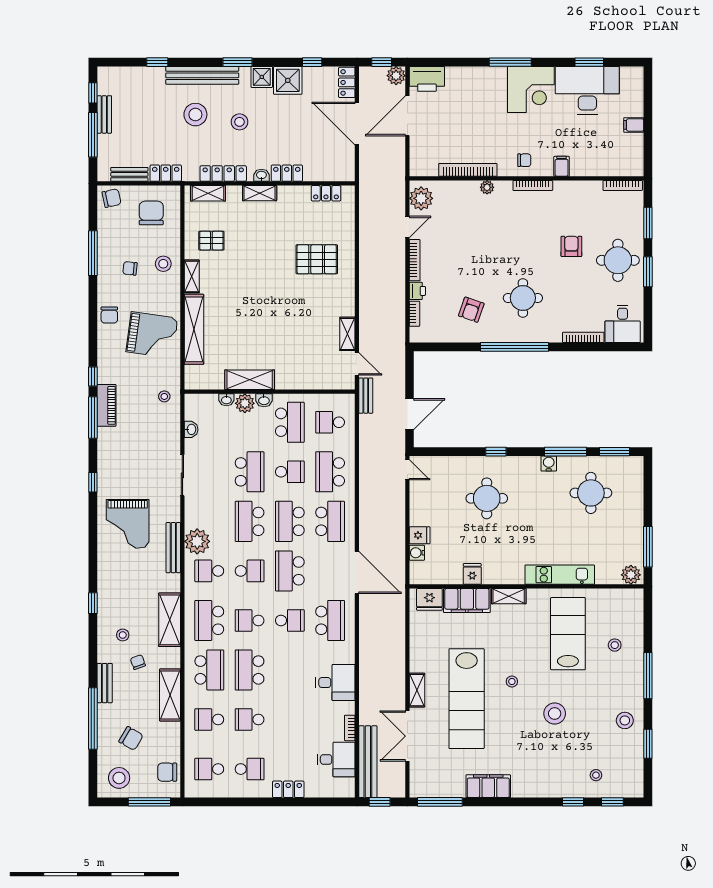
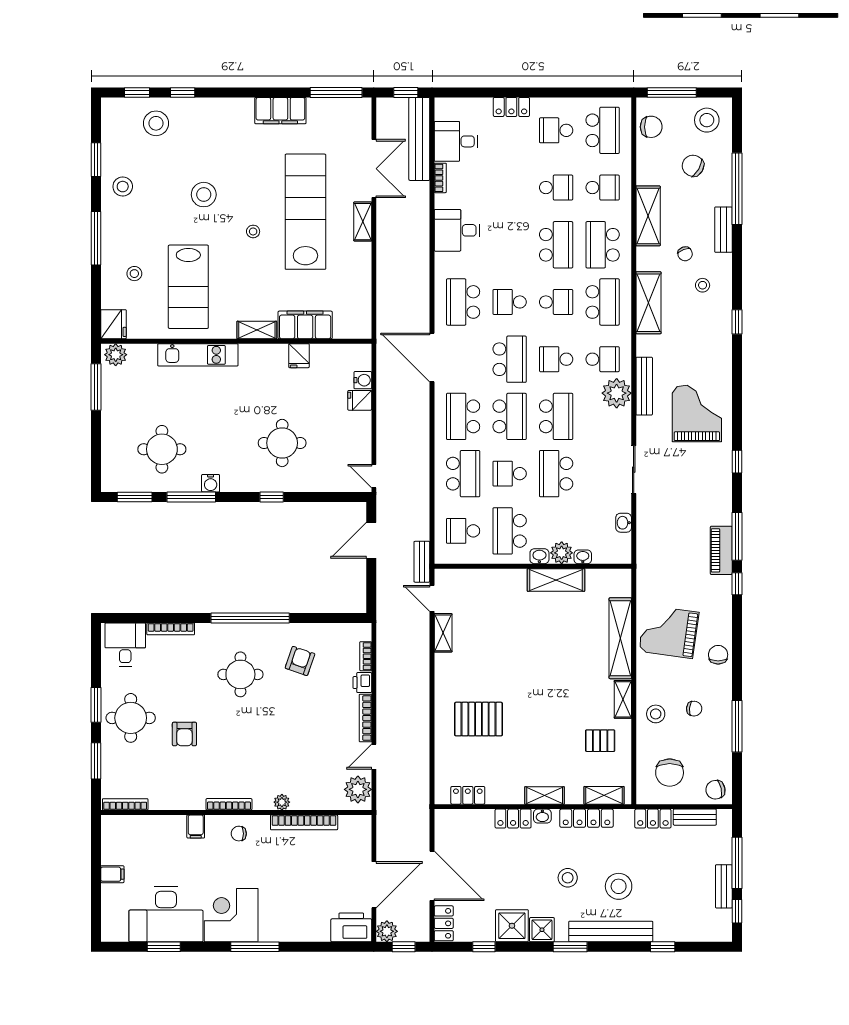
stool: (164, 396) -> (655, 561), removed
school desk: (330, 422) -> (463, 531), turned 180
fridge: (429, 599) -> (113, 324), moved, turned 90
school desk: (209, 769) -> (603, 130), width x1.85
stool: (596, 775) -> (156, 123), width x1.89, depth x1.89

